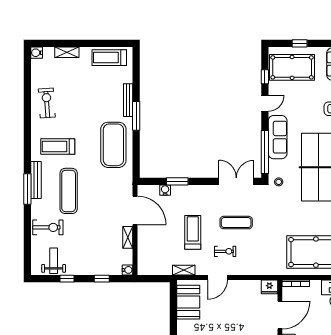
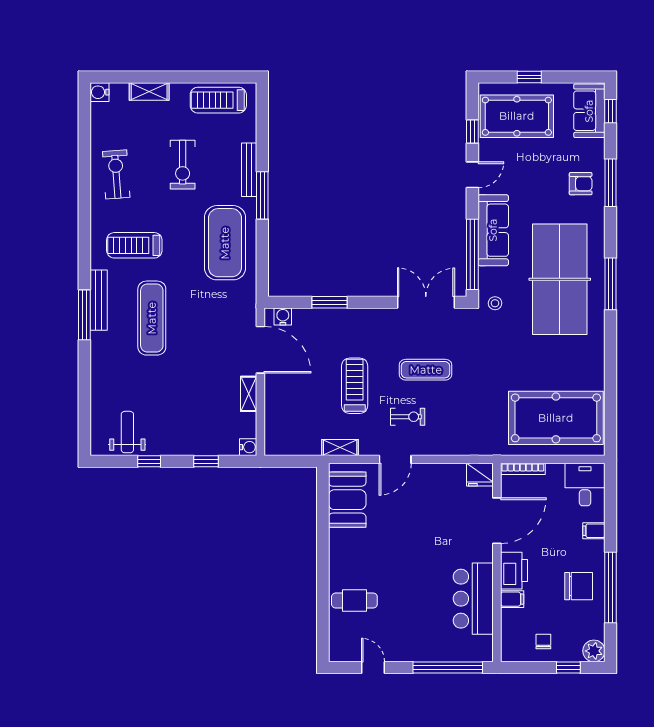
water cooler: (165, 190) -> (283, 317), moved
exercise bike: (48, 227) -> (183, 165), moved, turned 90

